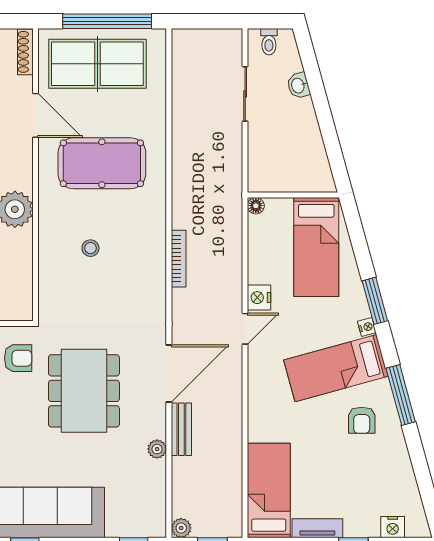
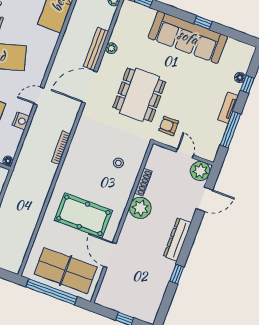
shoe rack: (25, 52) -> (143, 182), moved
stool: (90, 248) -> (118, 163), moved
nightstand: (259, 298) -> (21, 121), moved
bench: (181, 429) -> (96, 49), width x1.36

